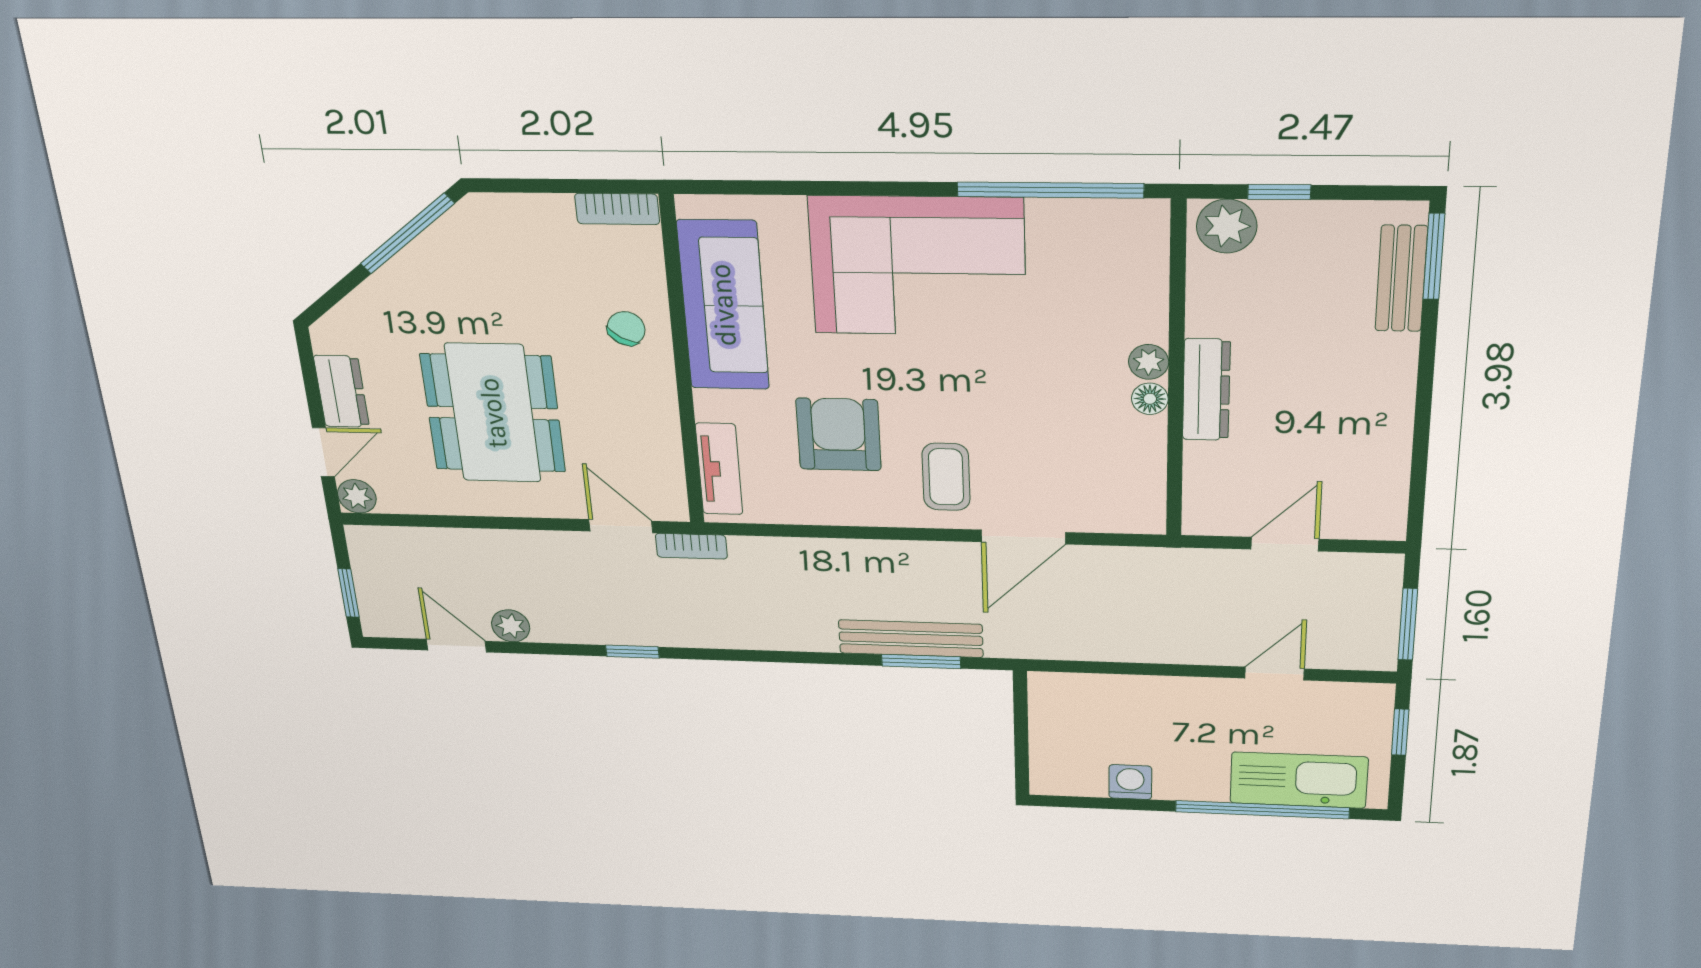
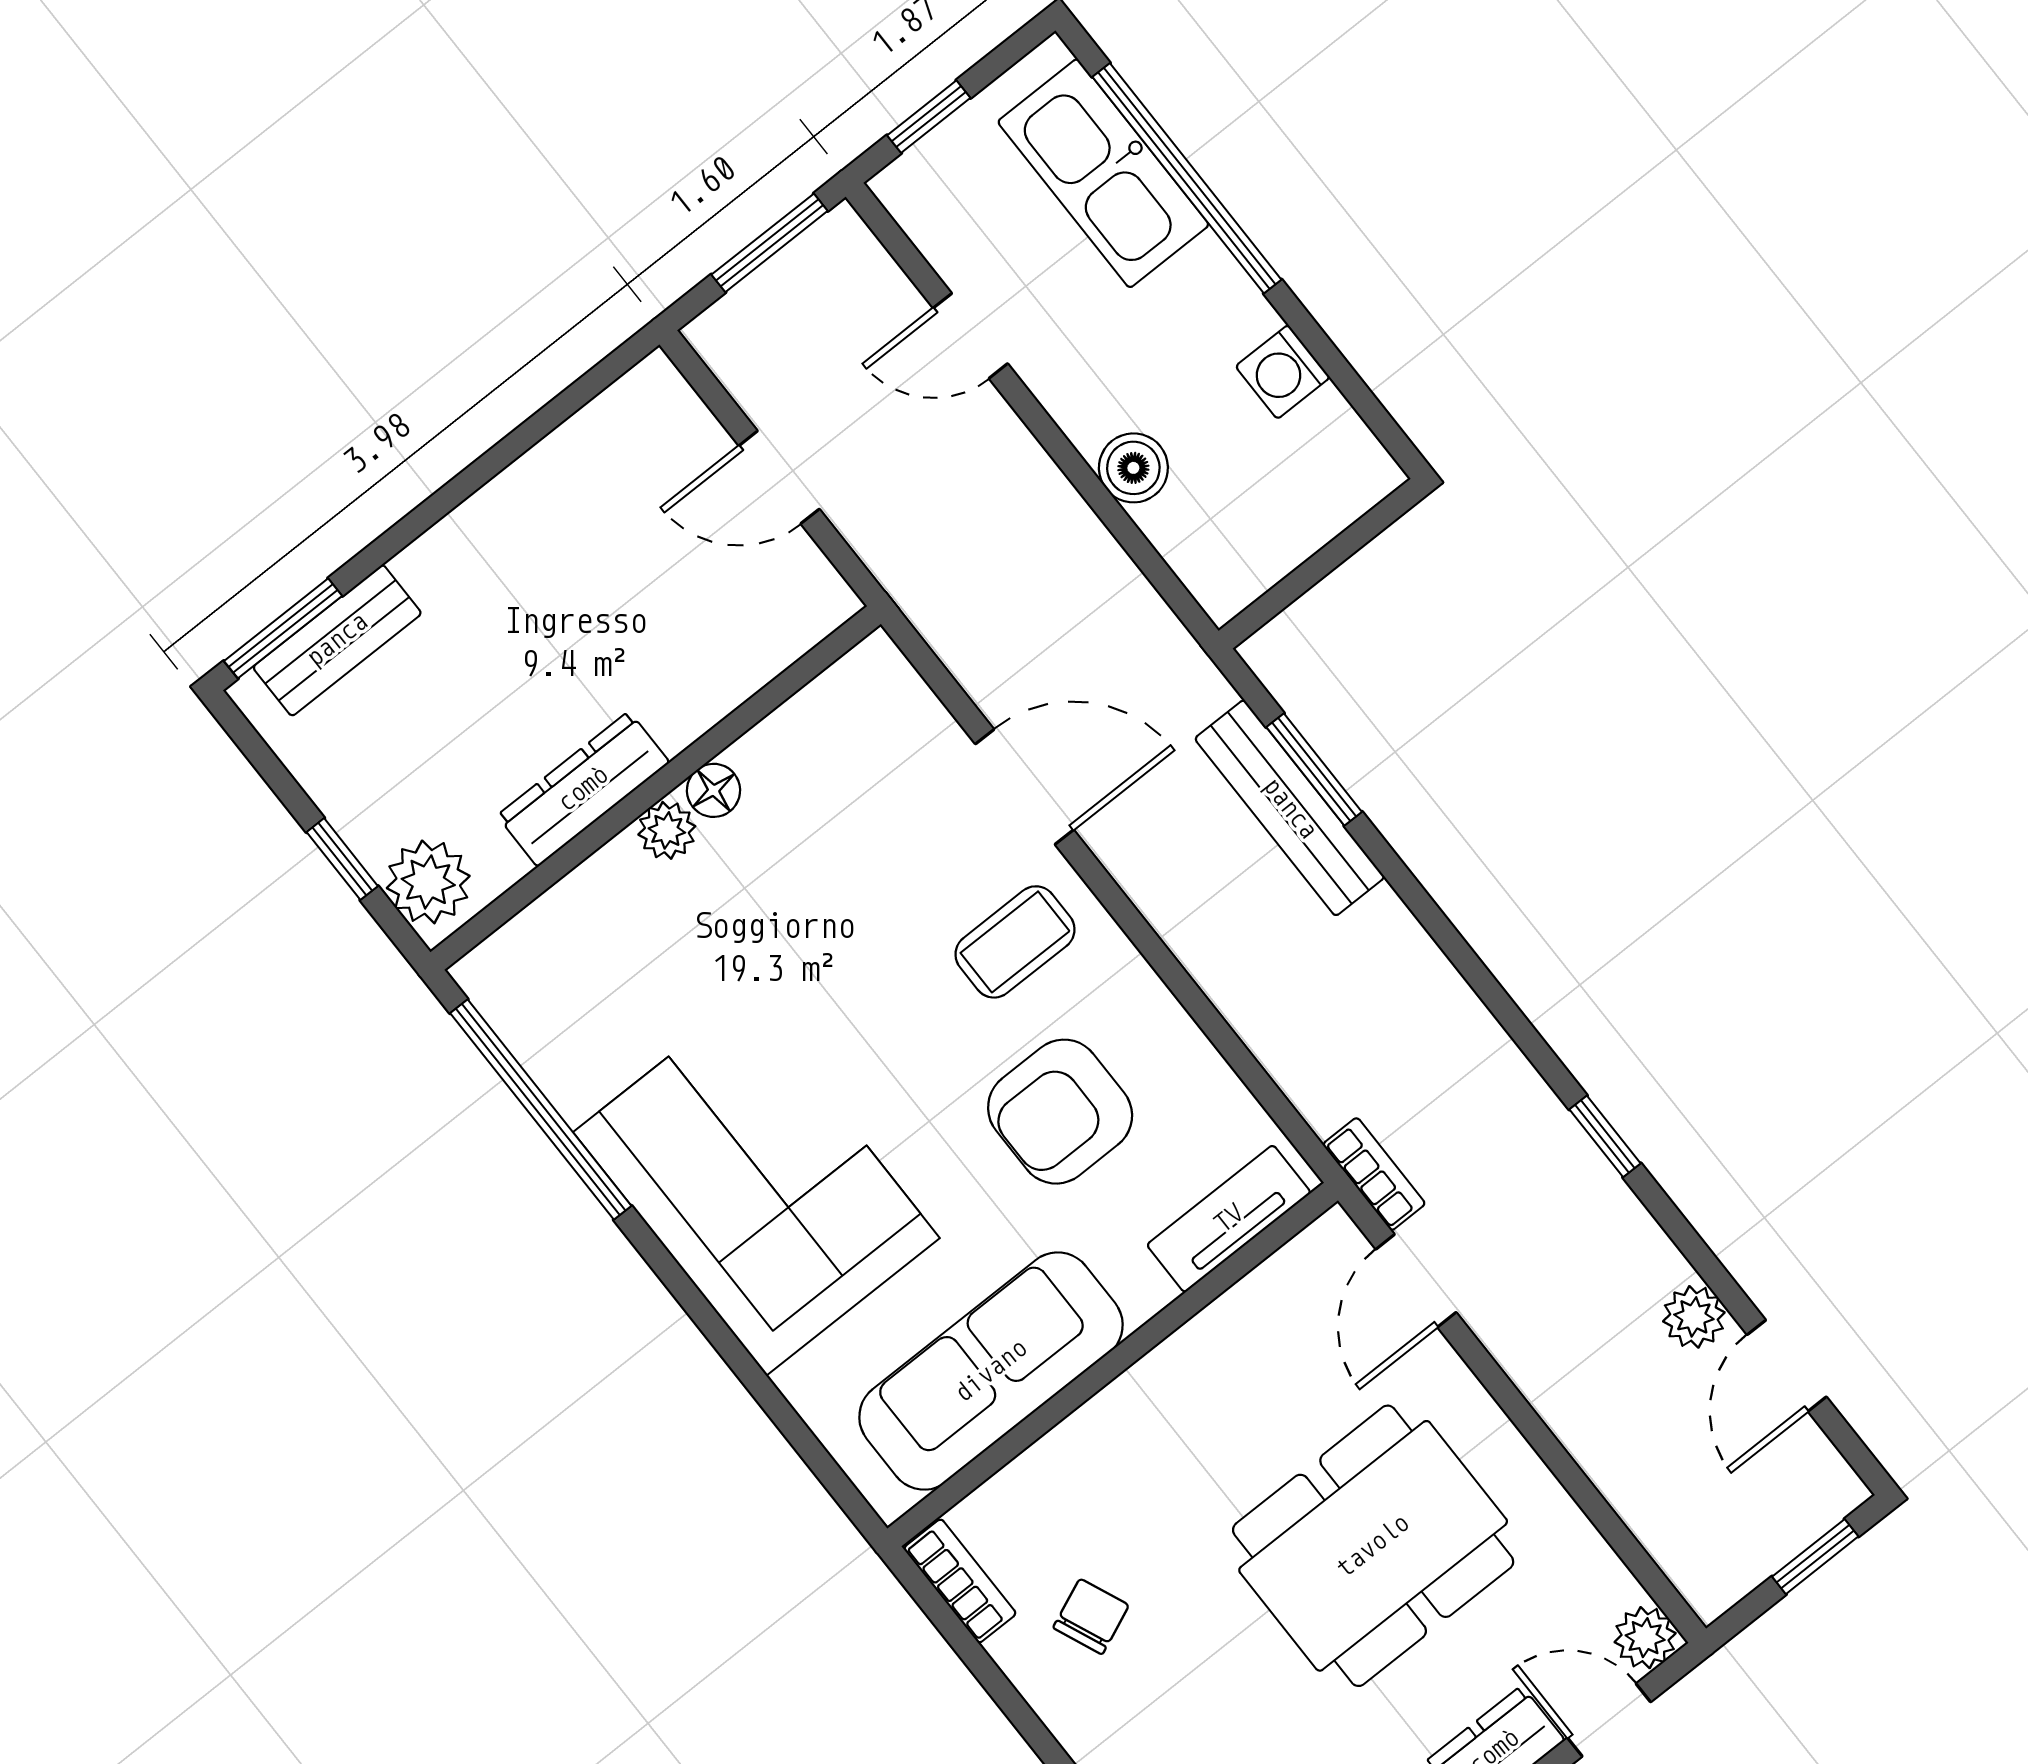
chair: (626, 328) -> (1091, 1616), moved, turned 127
dresser: (1206, 390) -> (583, 789), moved
boiler: (1142, 693) -> (1133, 468), added

